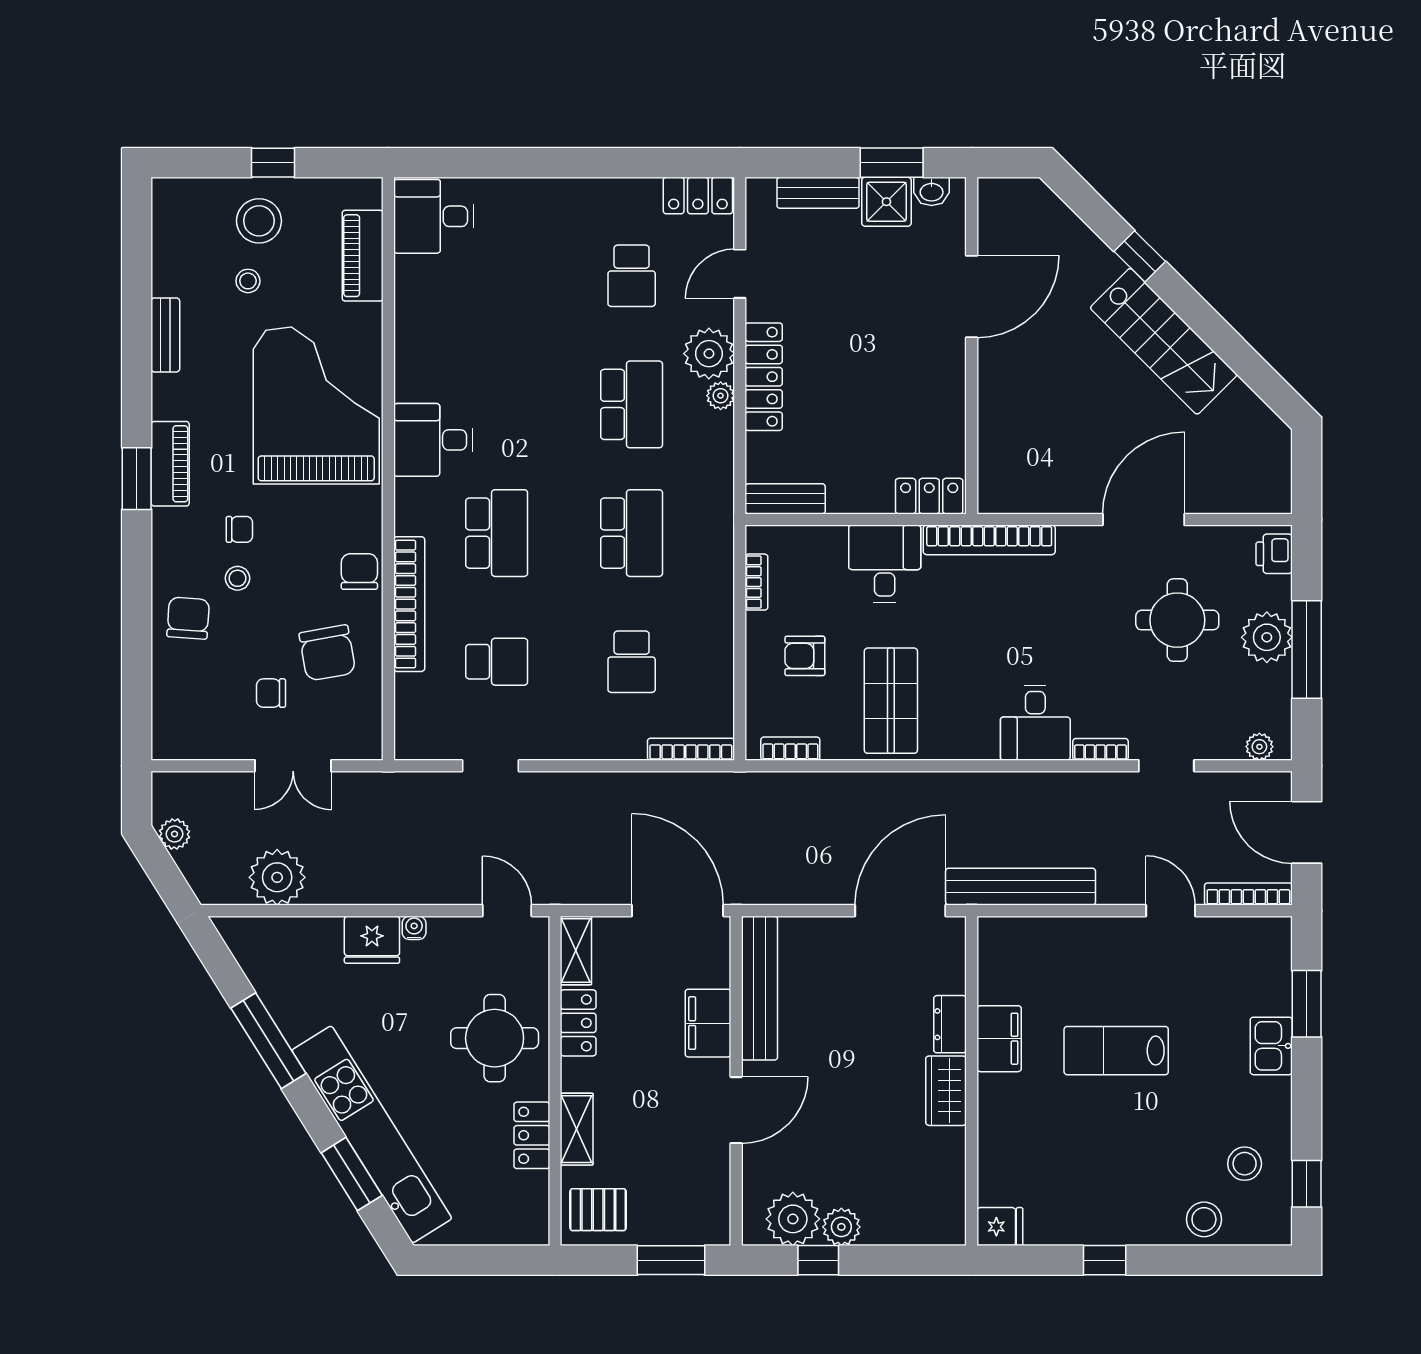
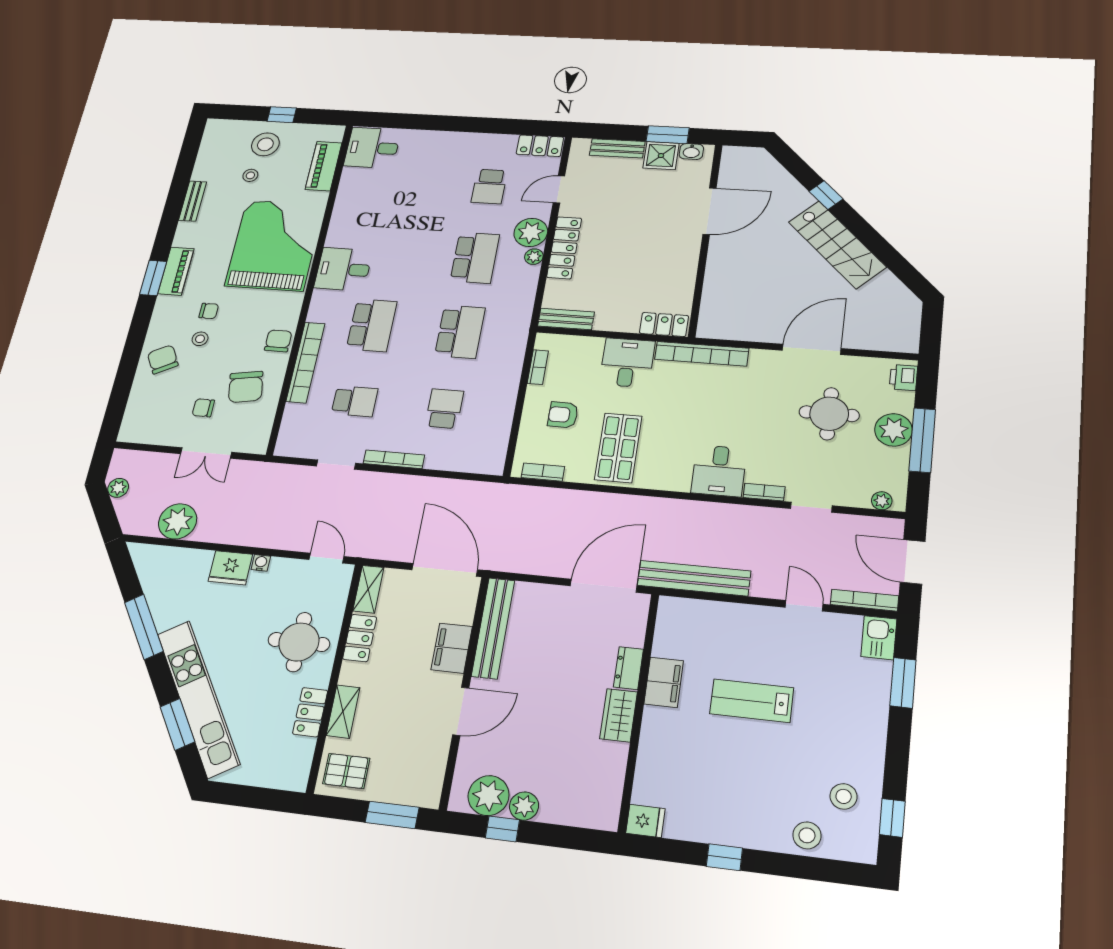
chair: (188, 618) -> (163, 359), turned -32
school desk: (632, 662) -> (444, 409), turned 180
bookcase: (691, 749) -> (394, 459), moved
kitchen sink: (1271, 1046) -> (879, 638), moved

